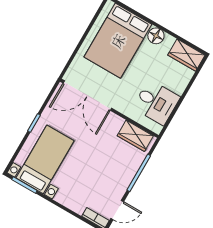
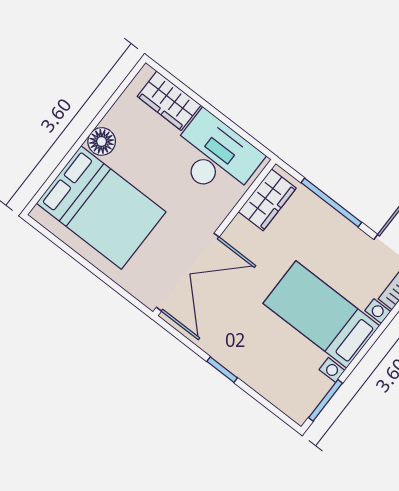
wardrobe: (186, 55) -> (169, 101), moved, turned 90
desk: (156, 102) -> (215, 156), width x1.37
bed with nightstands: (45, 159) -> (321, 315), moved

